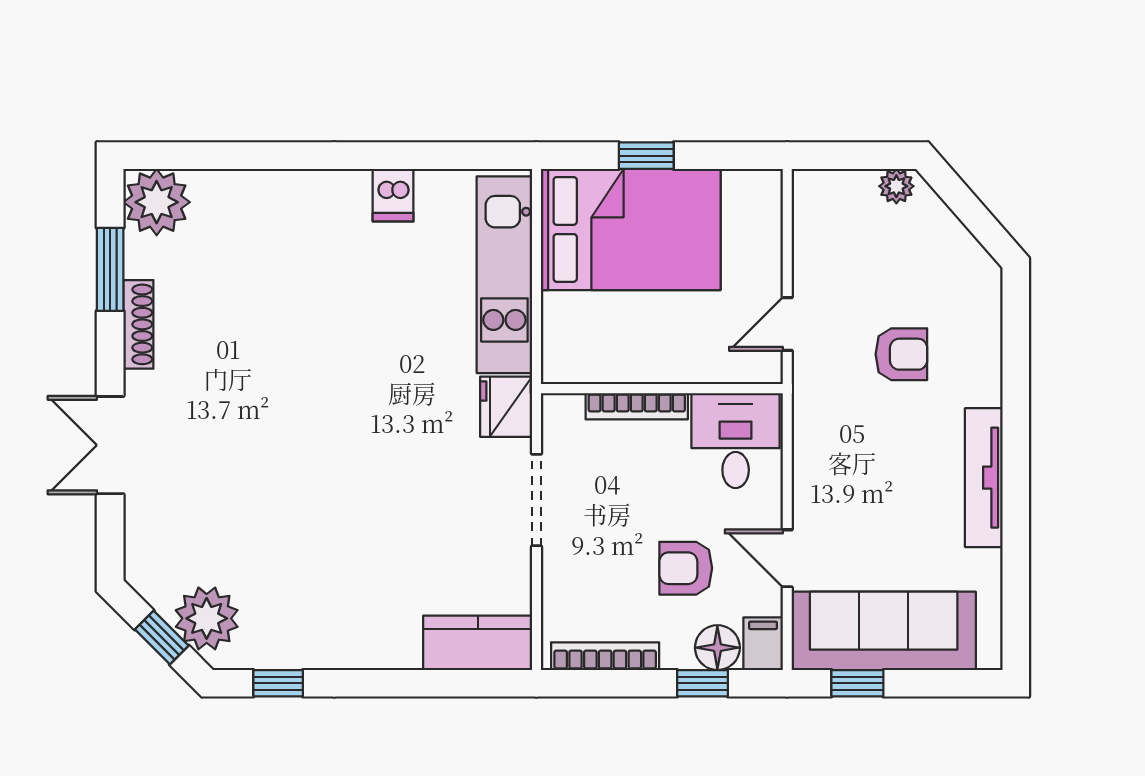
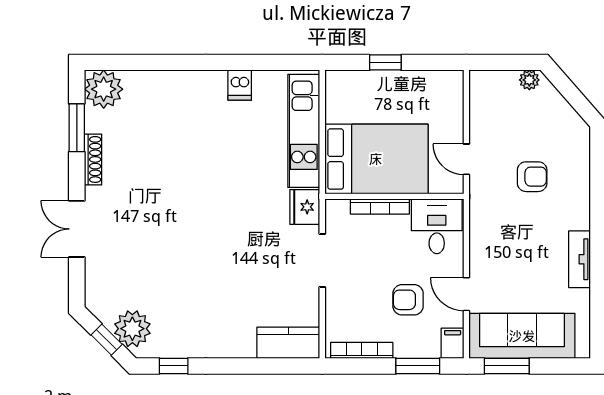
bed: (631, 229) -> (376, 159), moved
door: (787, 324) -> (466, 159), hinge flipped
tv unit: (984, 478) -> (580, 259), width x0.71
floor lamp: (717, 648) -> (426, 345), removed
window: (702, 683) -> (418, 366), width x1.50
window: (857, 683) -> (507, 366), width x1.50

